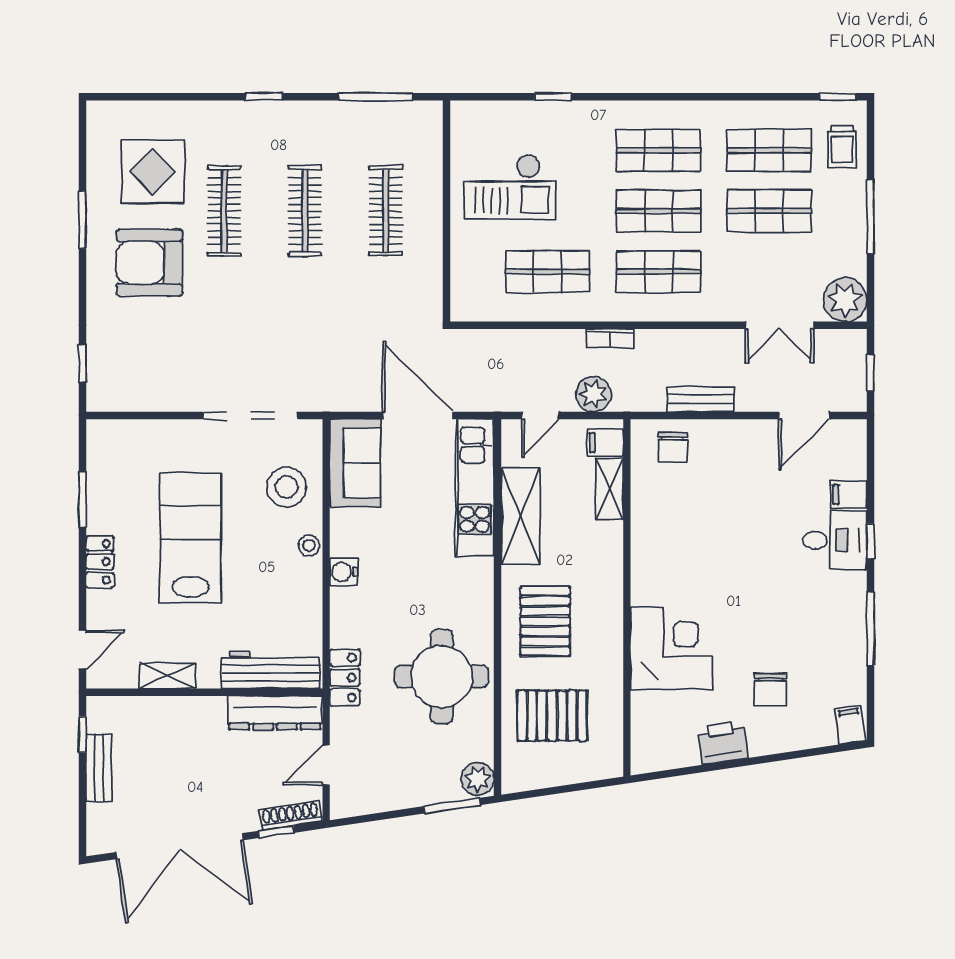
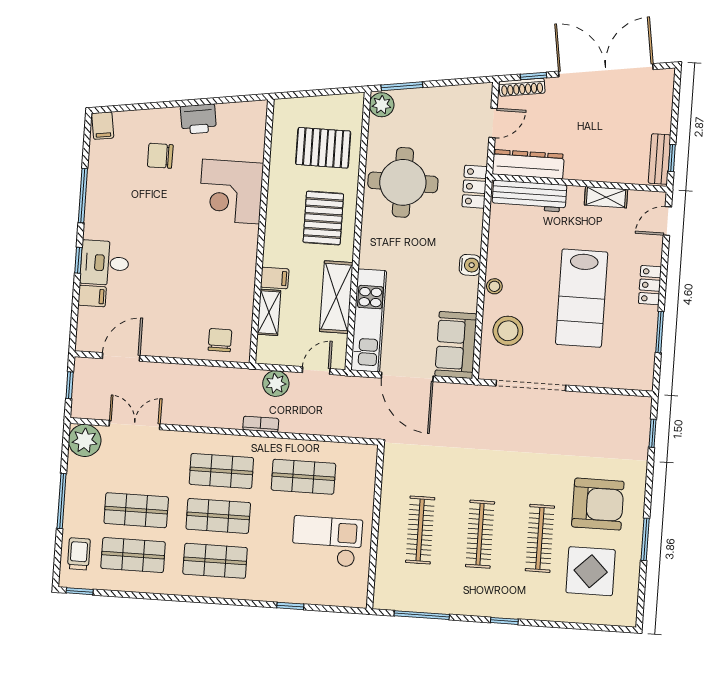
bench: (700, 399) -> (197, 374), removed
filing cabinet: (605, 443) -> (275, 278), moved
chair: (770, 690) -> (160, 156), turned -90
bench: (99, 767) -> (659, 159), moved

